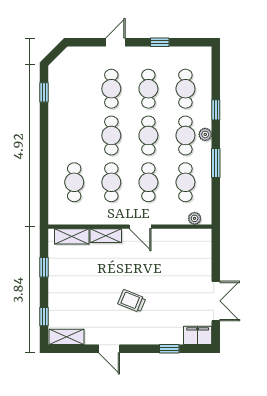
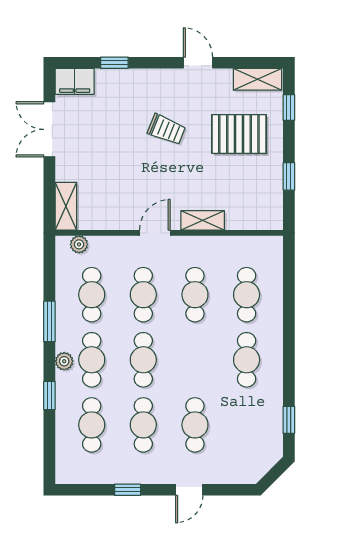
cafe table: (111, 135) -> (247, 360), moved
door: (140, 227) -> (155, 233), hinge flipped
shelving: (72, 236) -> (66, 206), moved, turned 90
pallet: (80, 298) -> (239, 134), added

